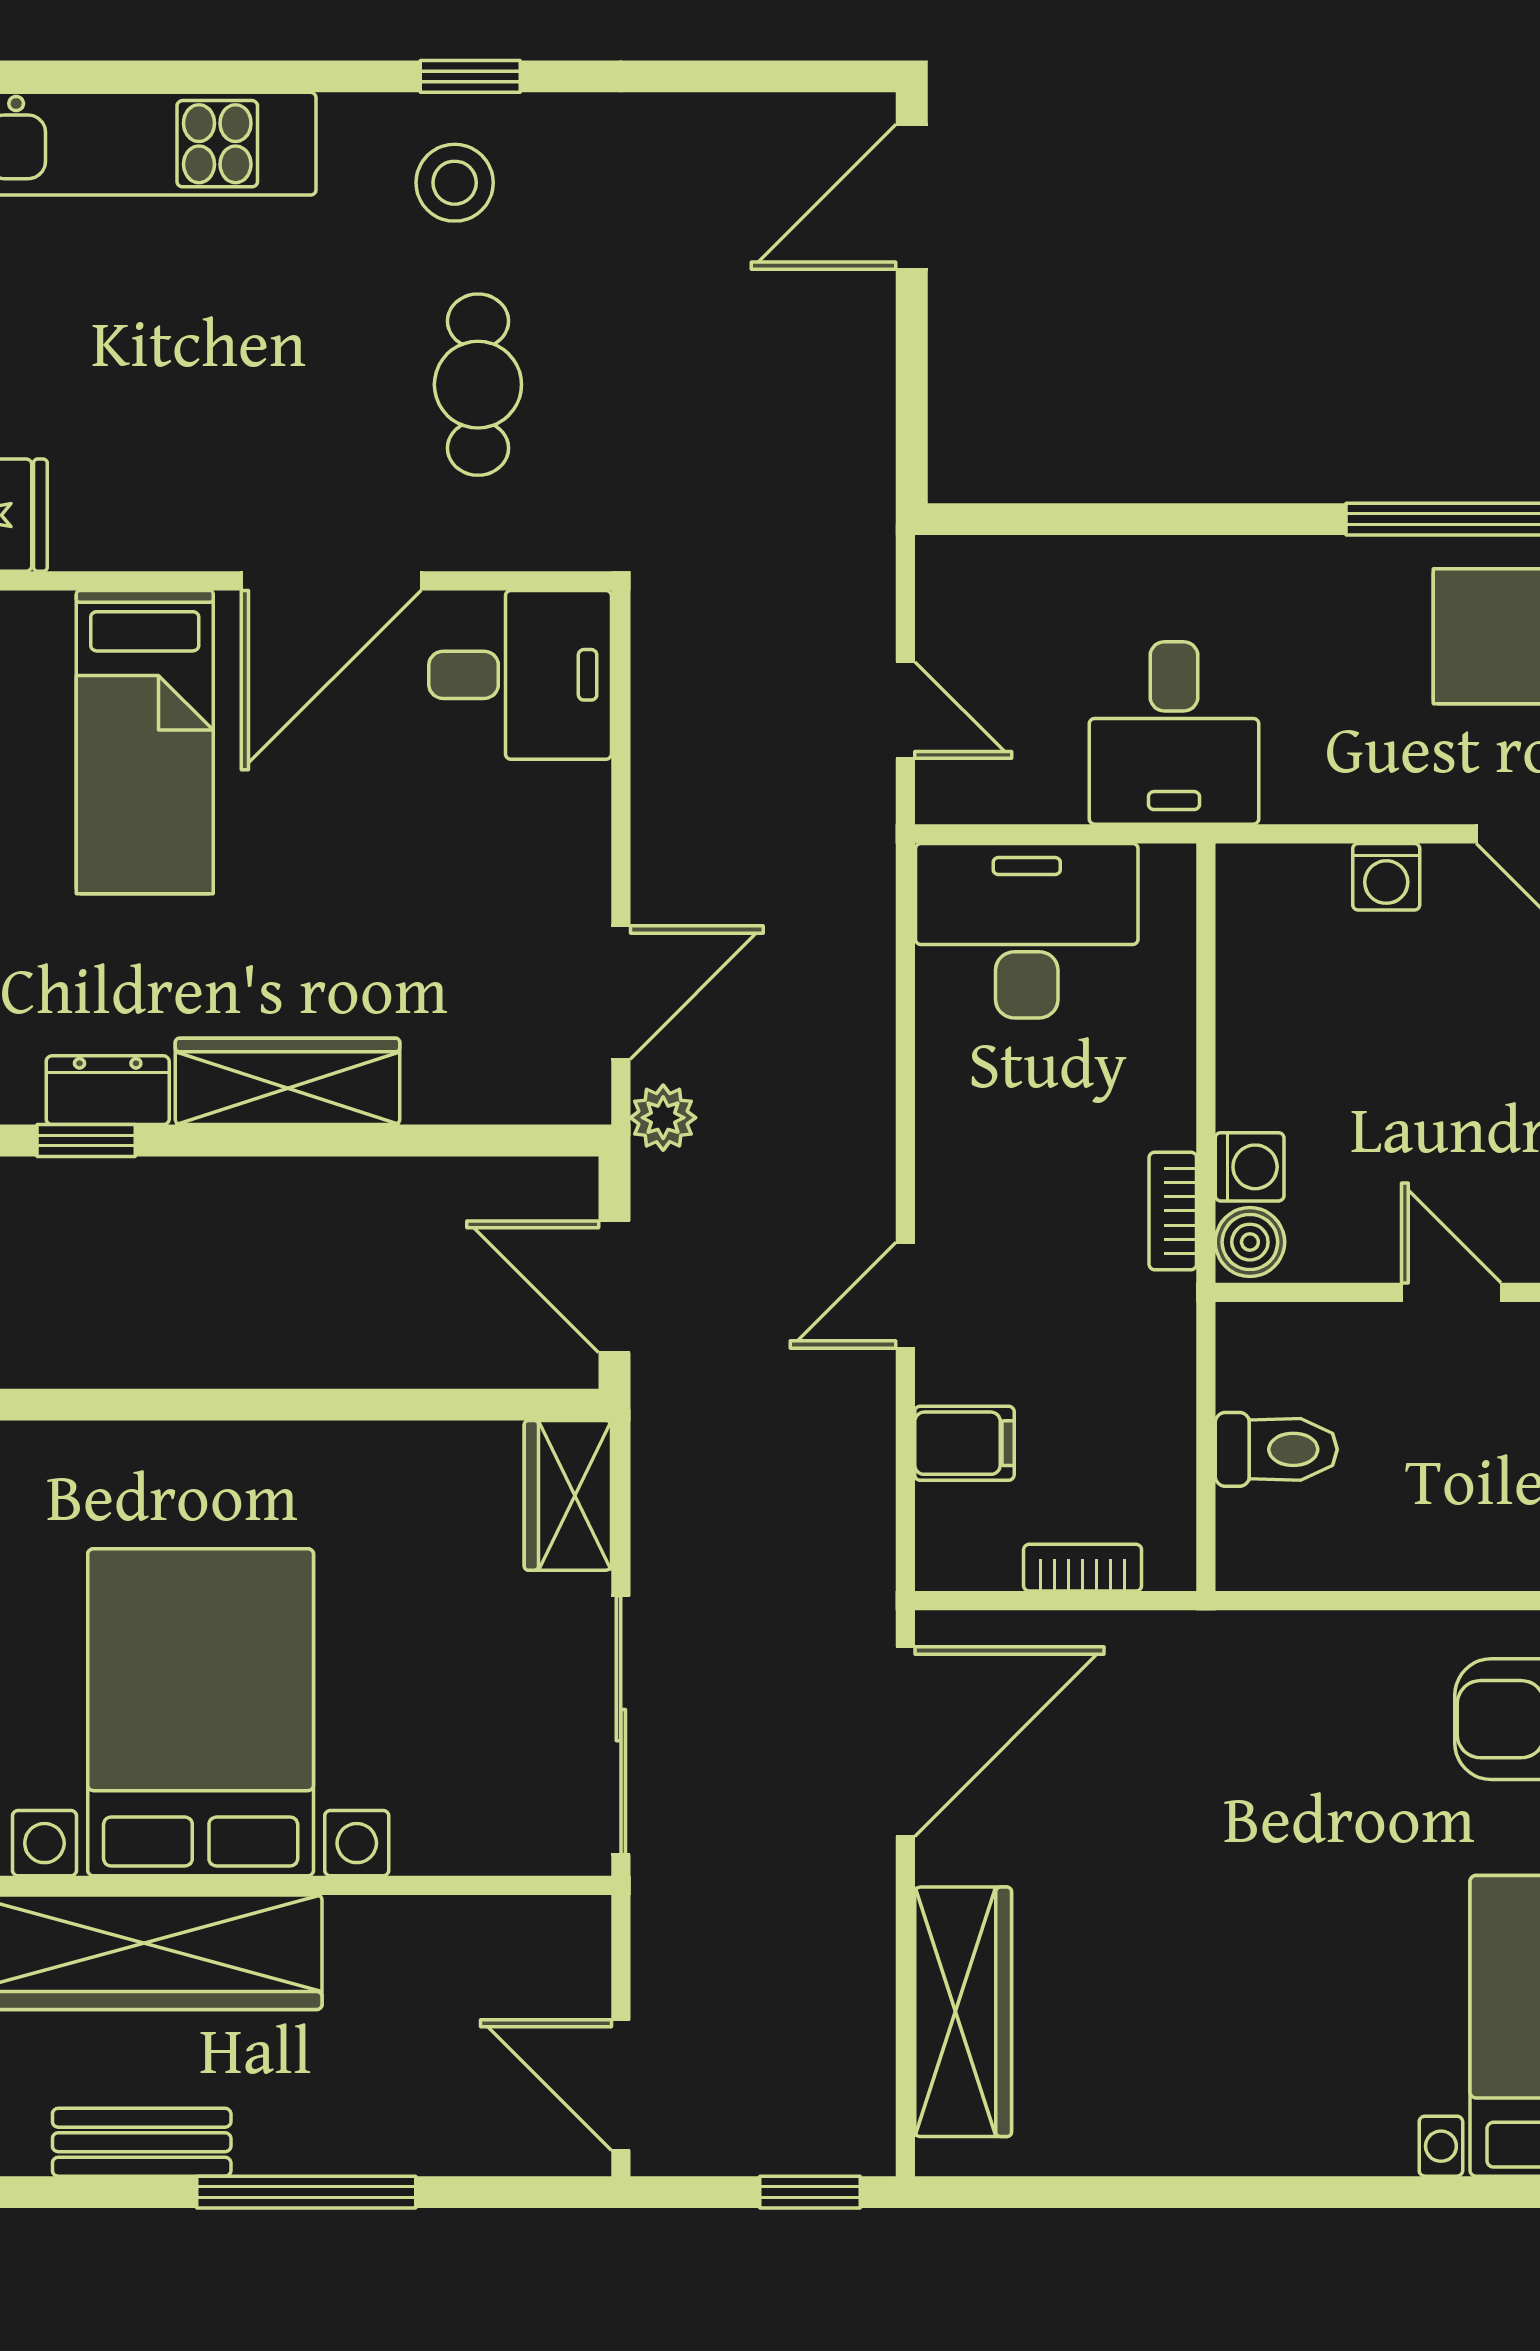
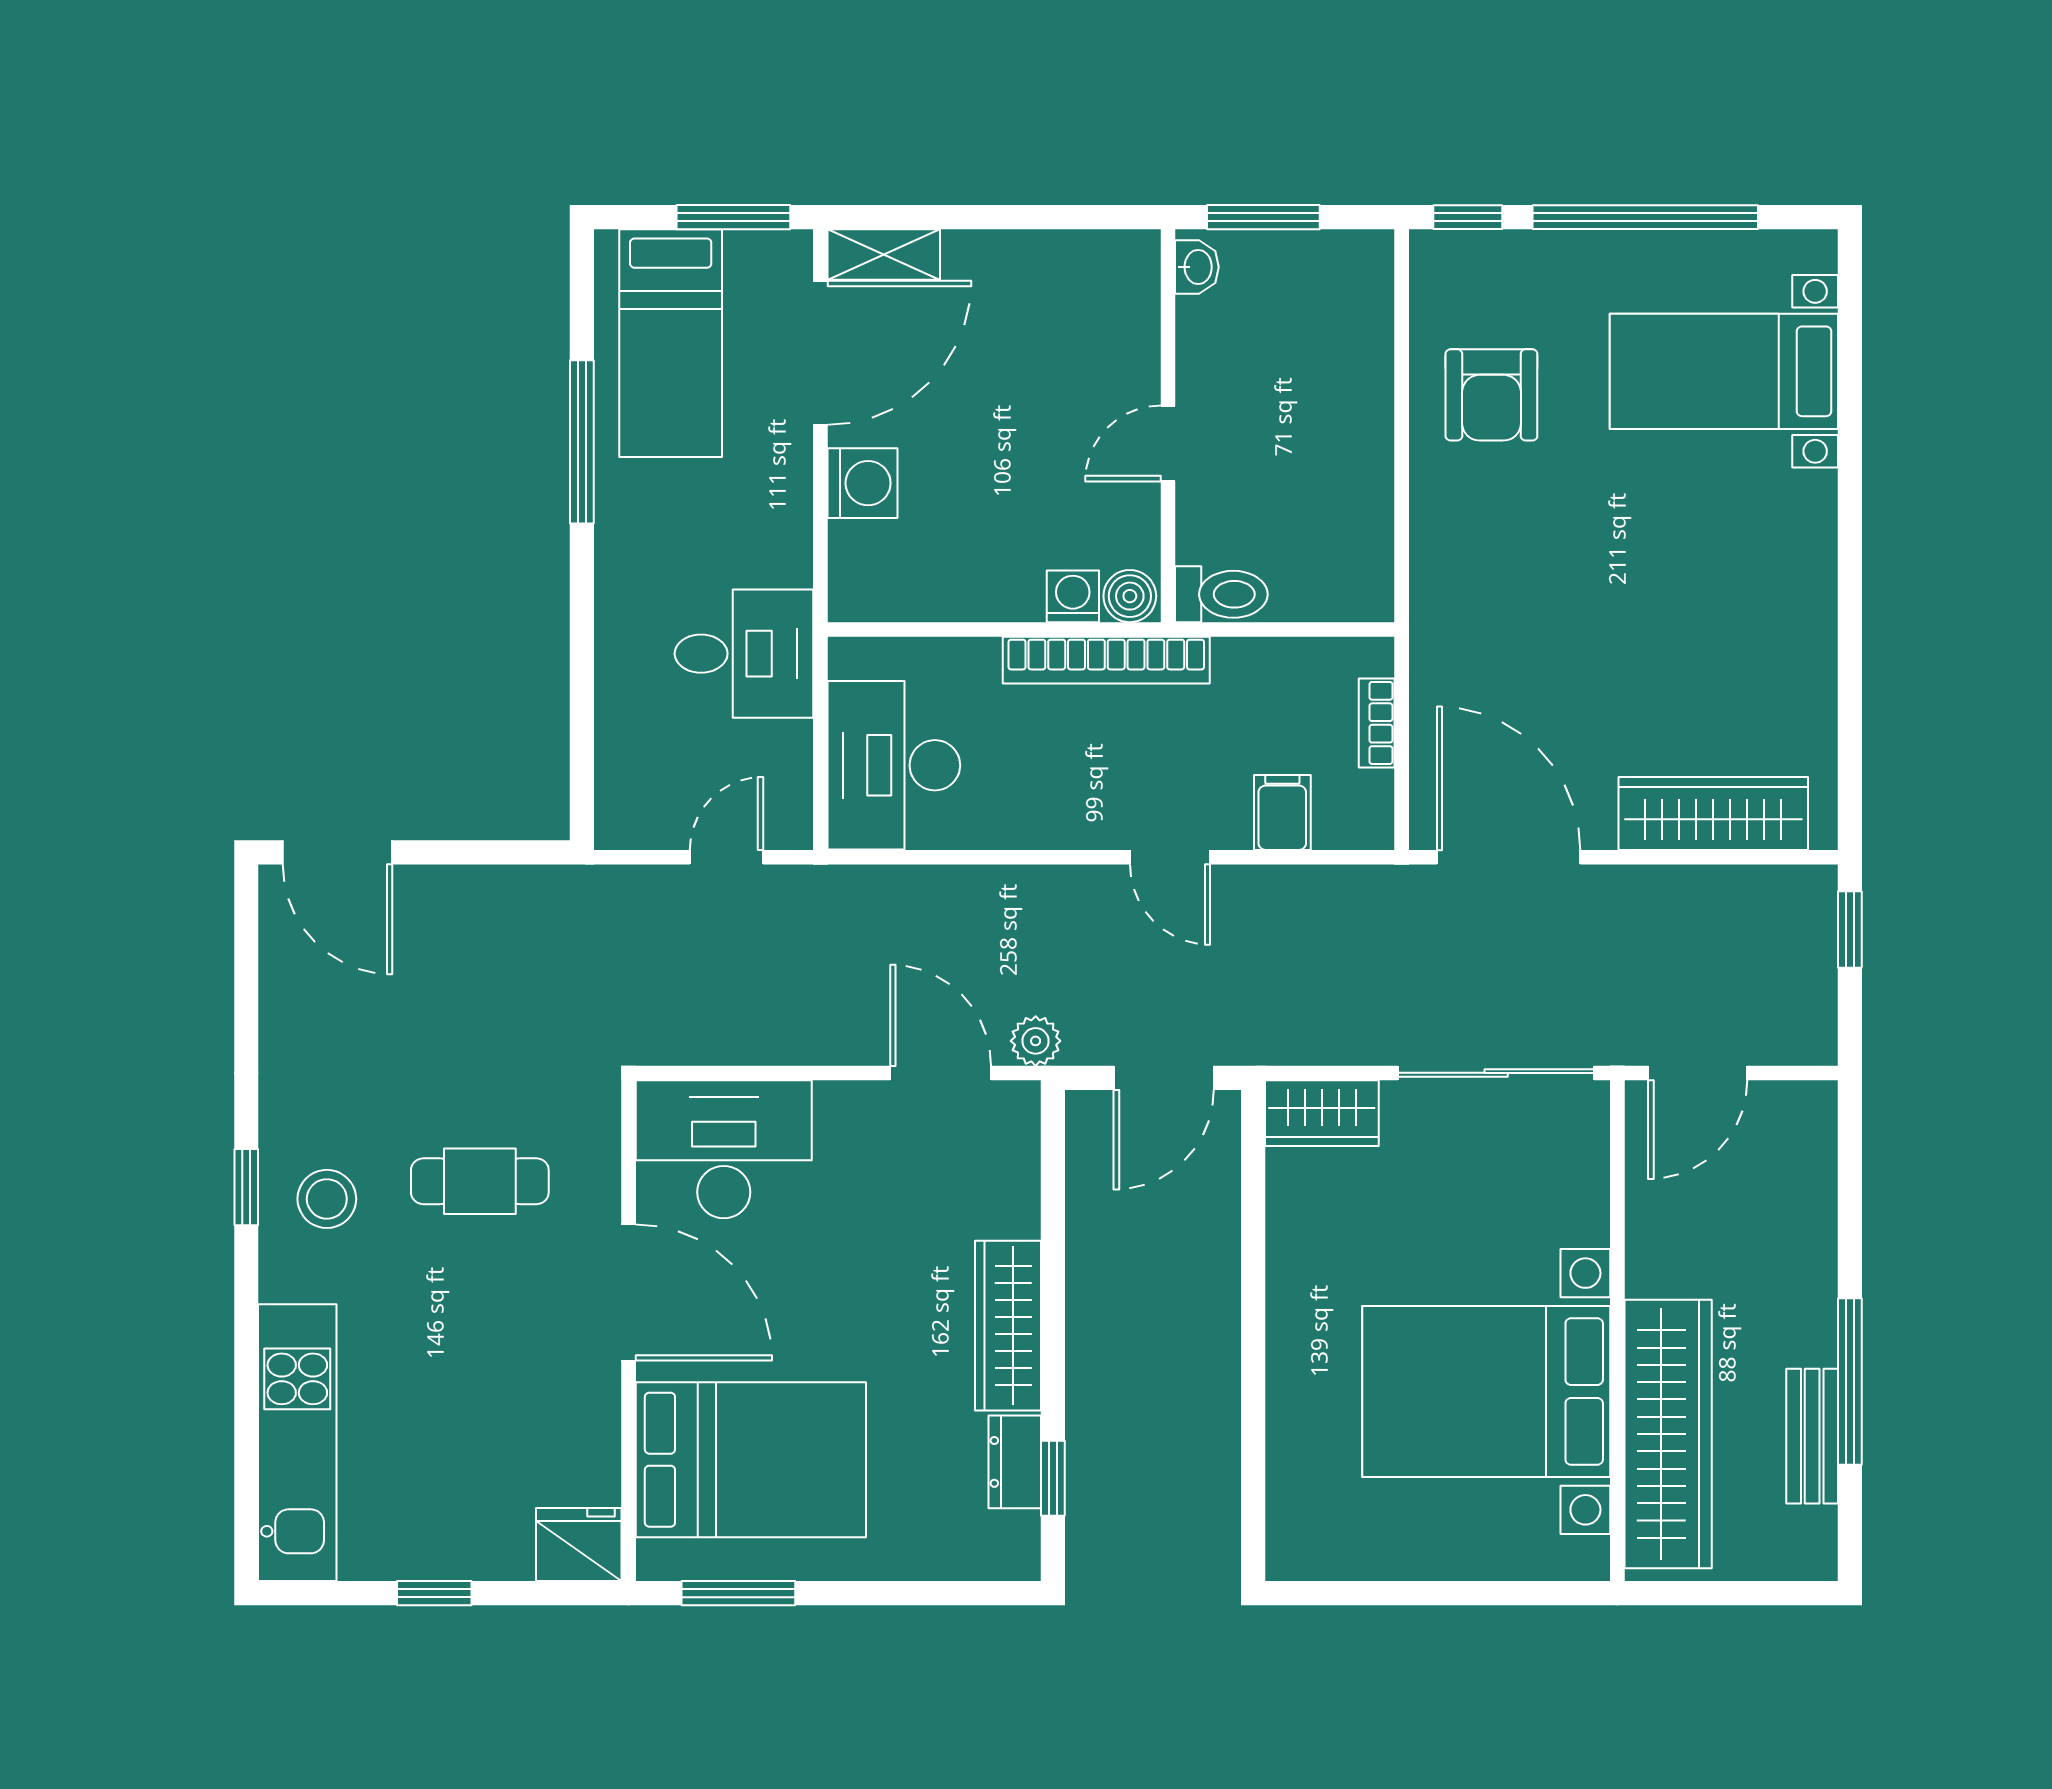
desk: (520, 675) -> (724, 1149), width x1.37
bed: (145, 742) -> (751, 1460), width x1.50
washing machine: (1386, 877) -> (862, 483), width x1.38, depth x1.38
bookcase: (1173, 1211) -> (1106, 660), width x2.31, depth x1.31
toilet: (1276, 1449) -> (1221, 594), moved, turned 90
door: (621, 2085) -> (1698, 1073), moved
window: (306, 2192) -> (1850, 1381), moved

